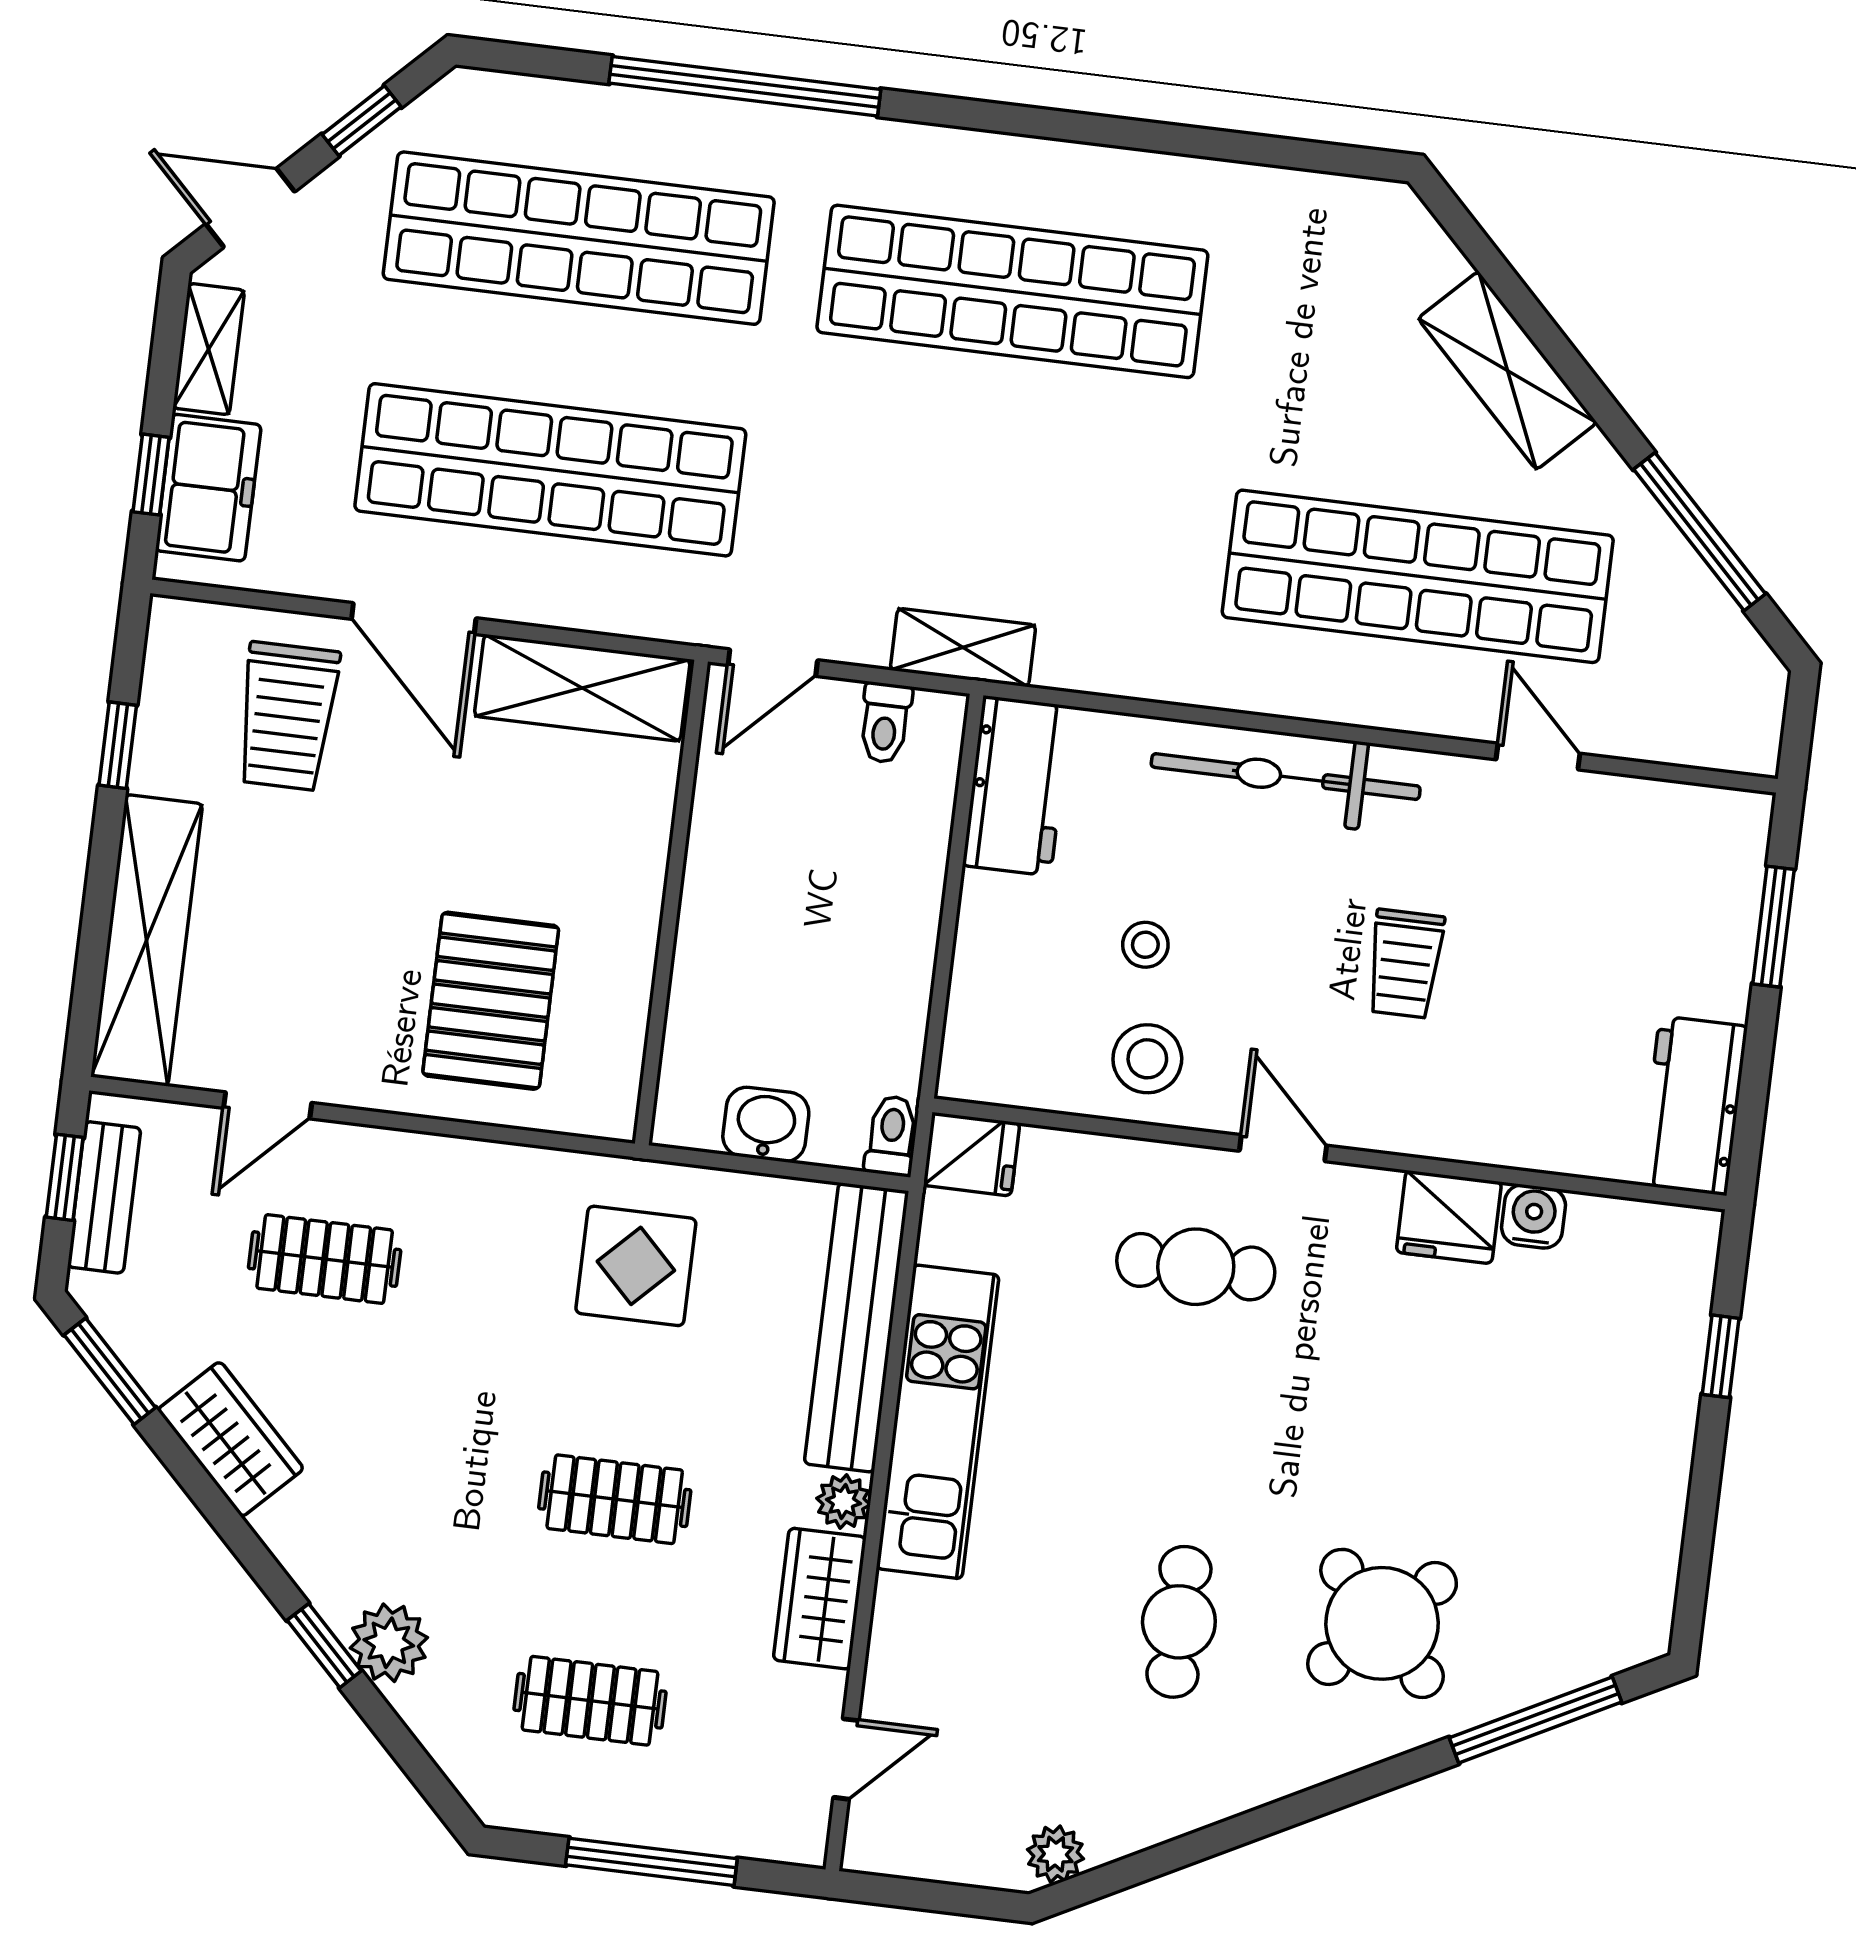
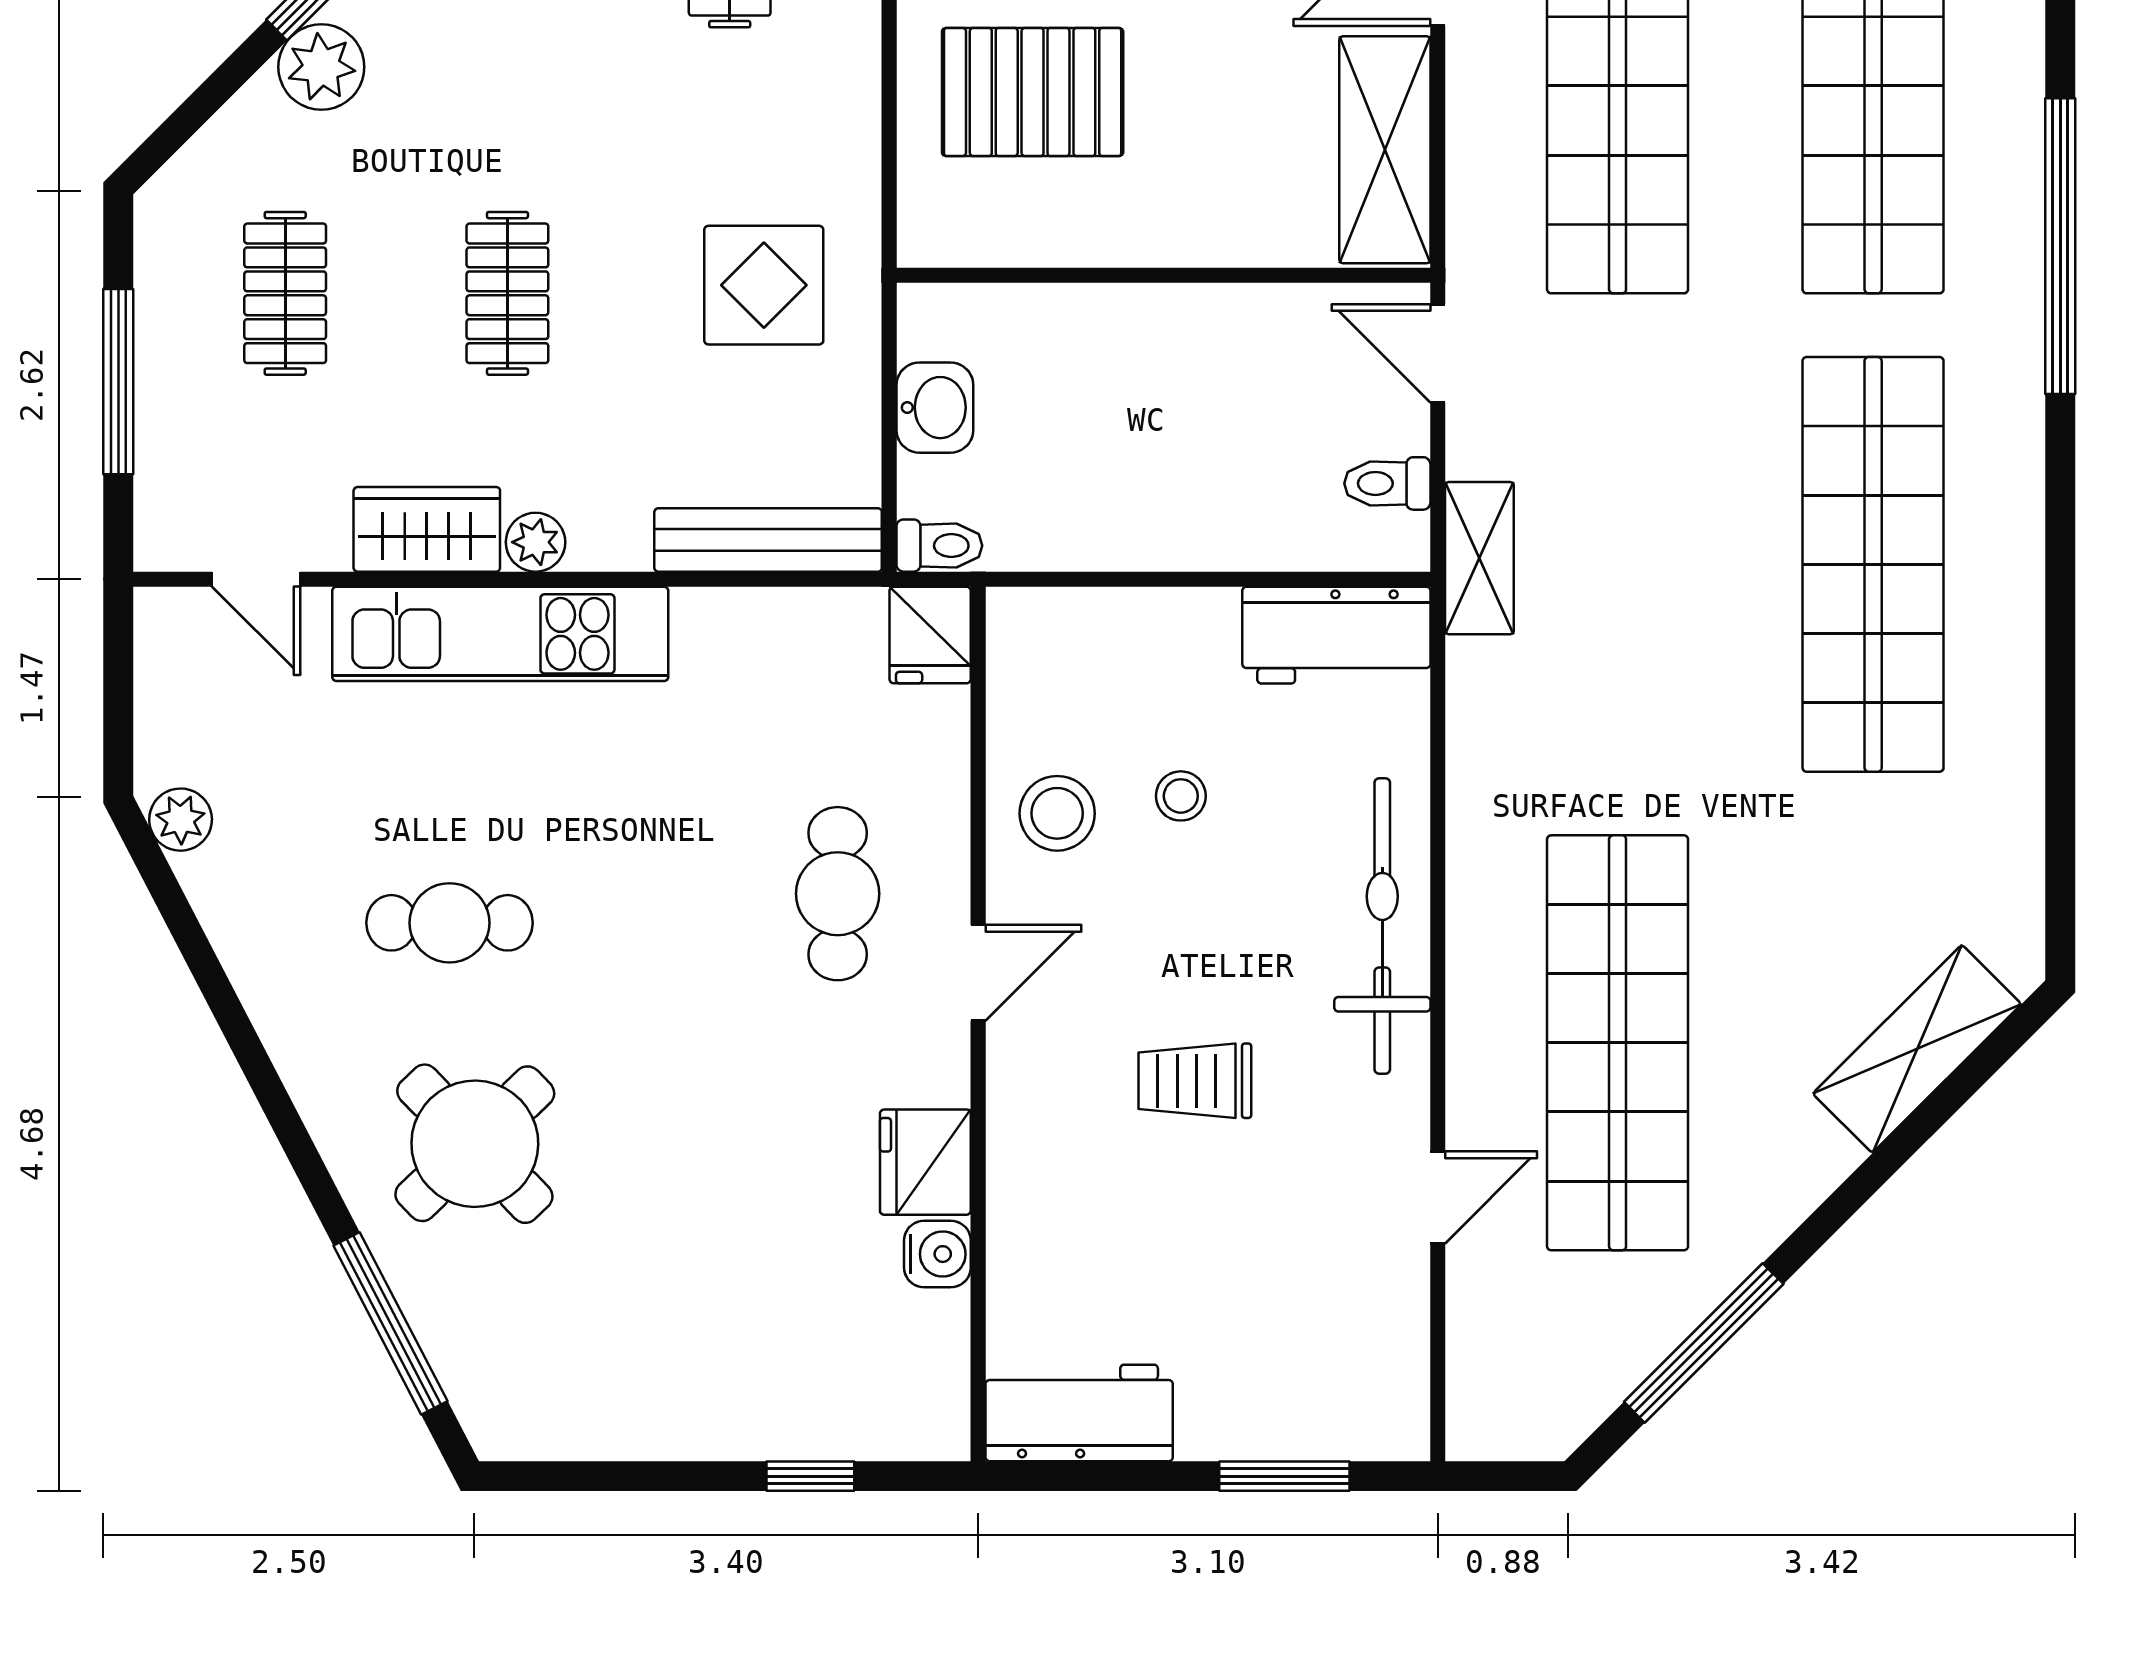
shelving: (1507, 371) -> (1917, 1049), moved
bench: (857, 1327) -> (768, 540), width x0.73, depth x0.82
kitchen unit: (938, 1422) -> (500, 634), moved

